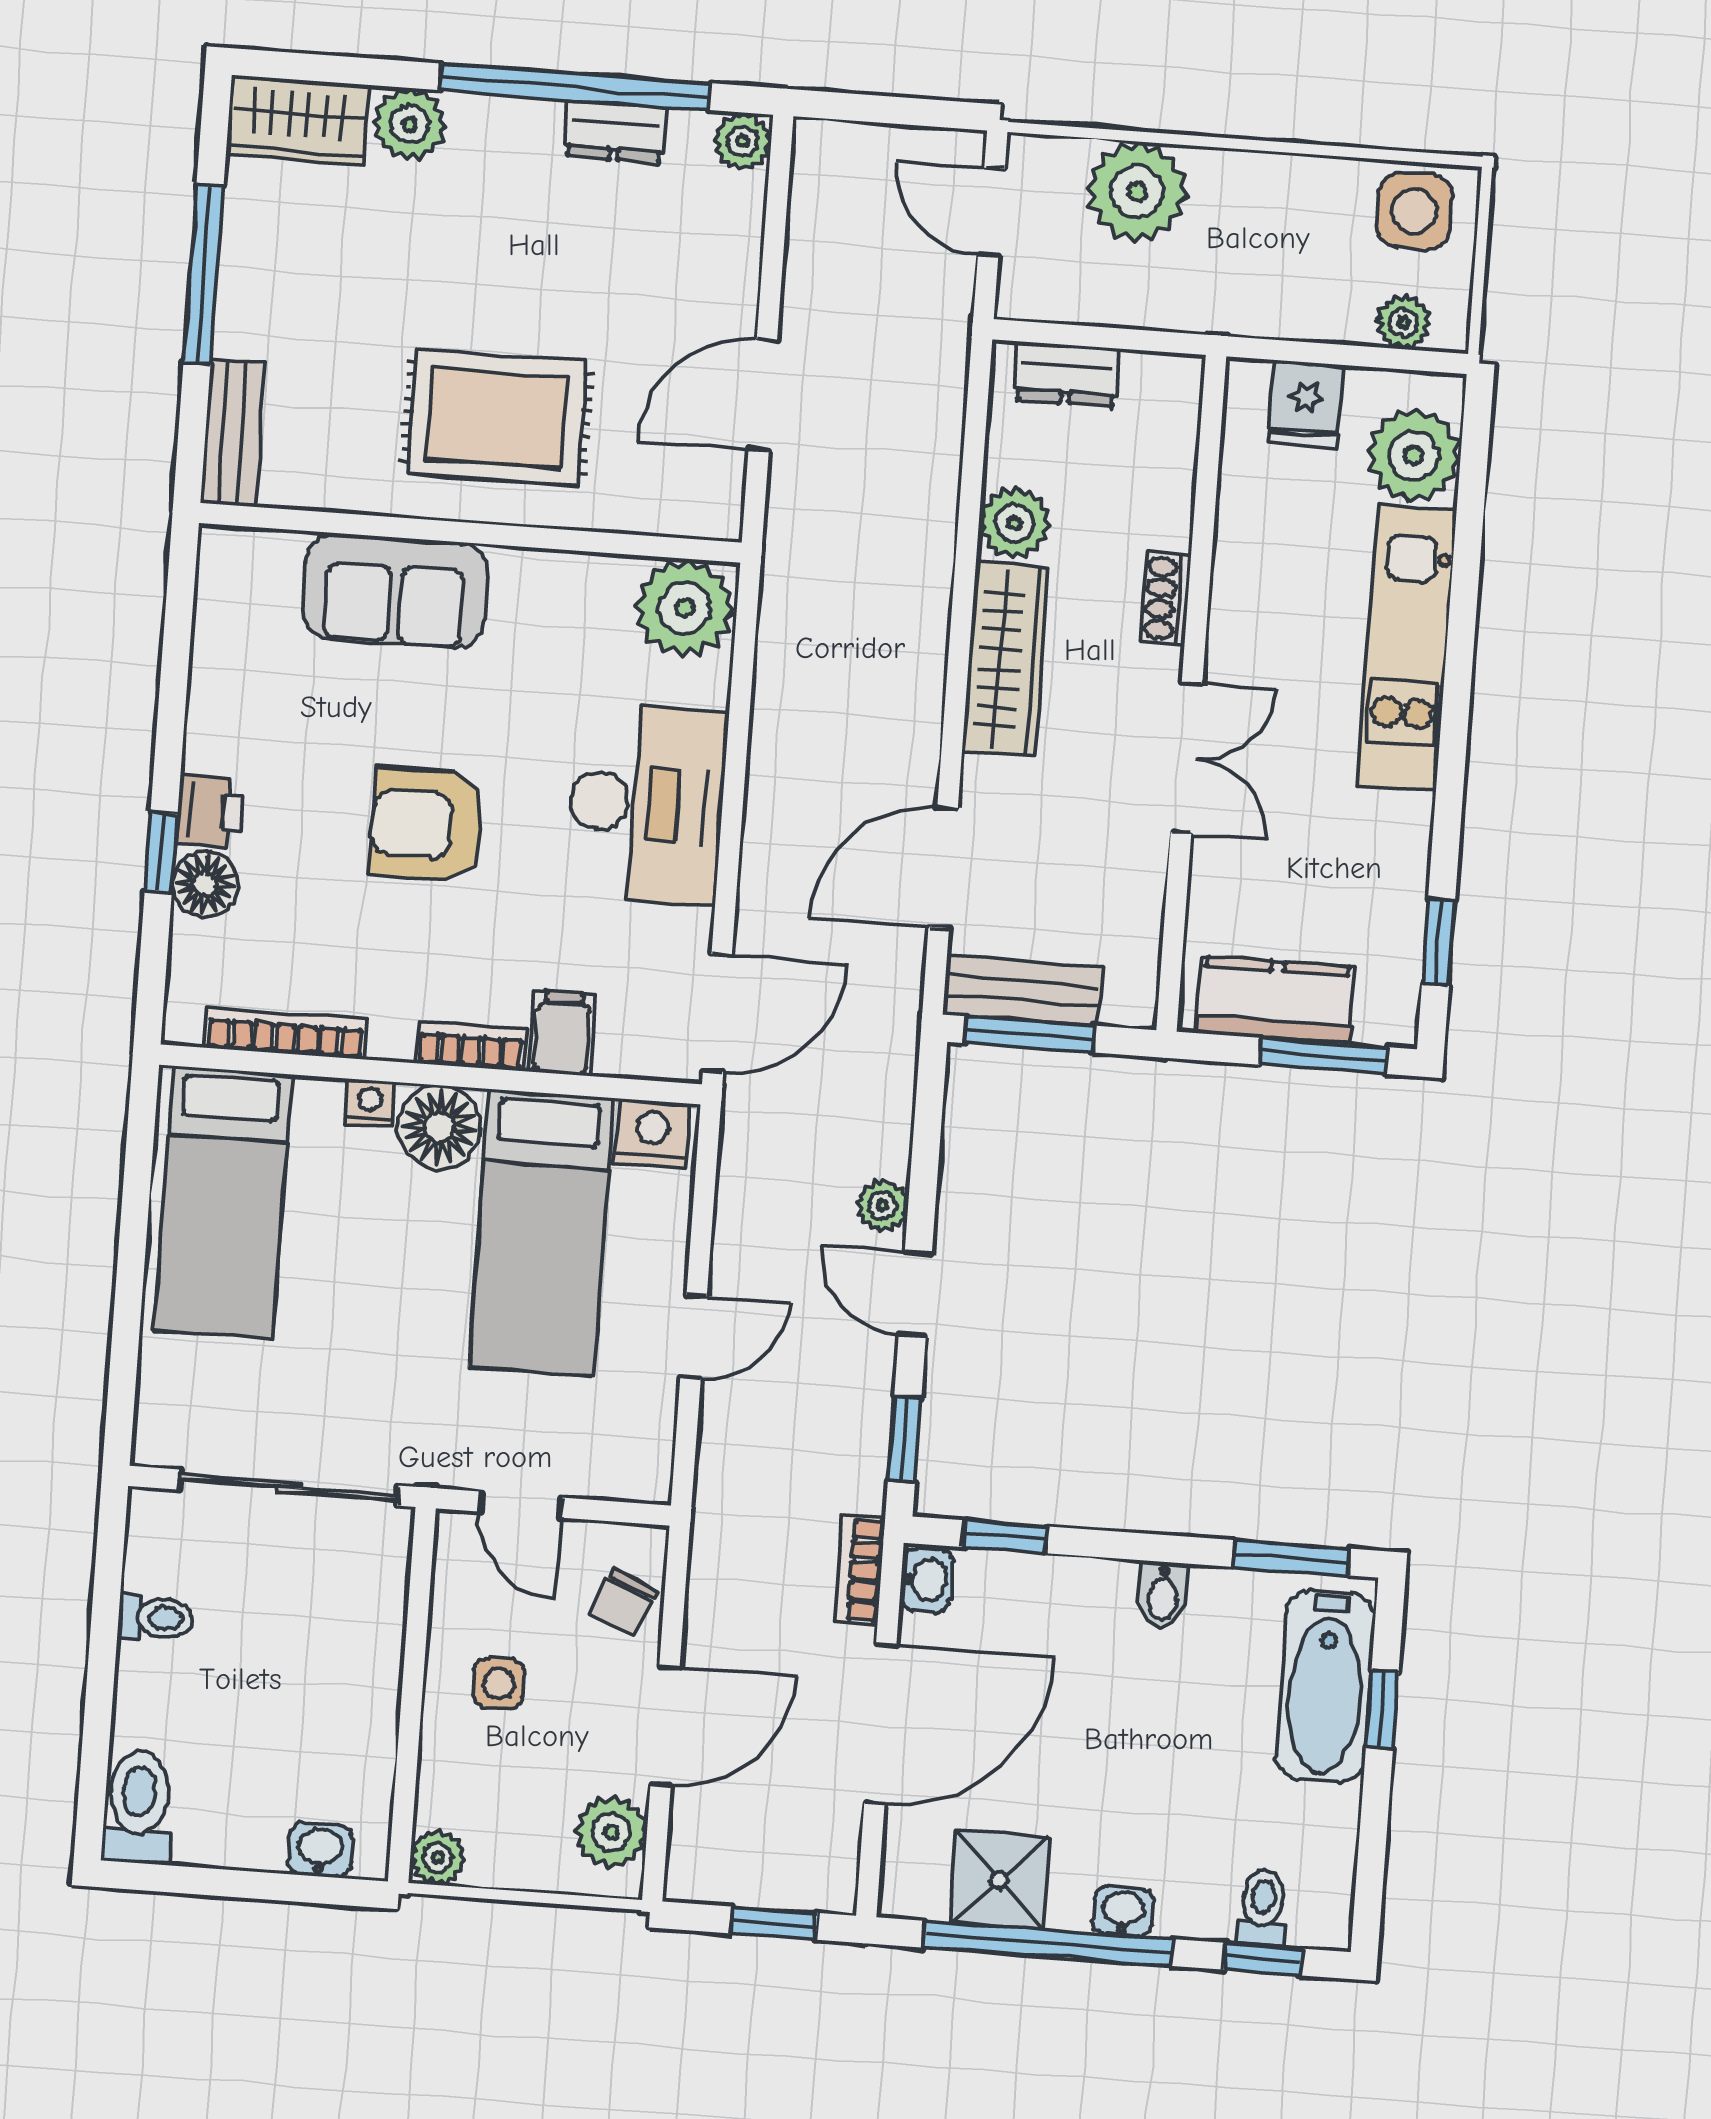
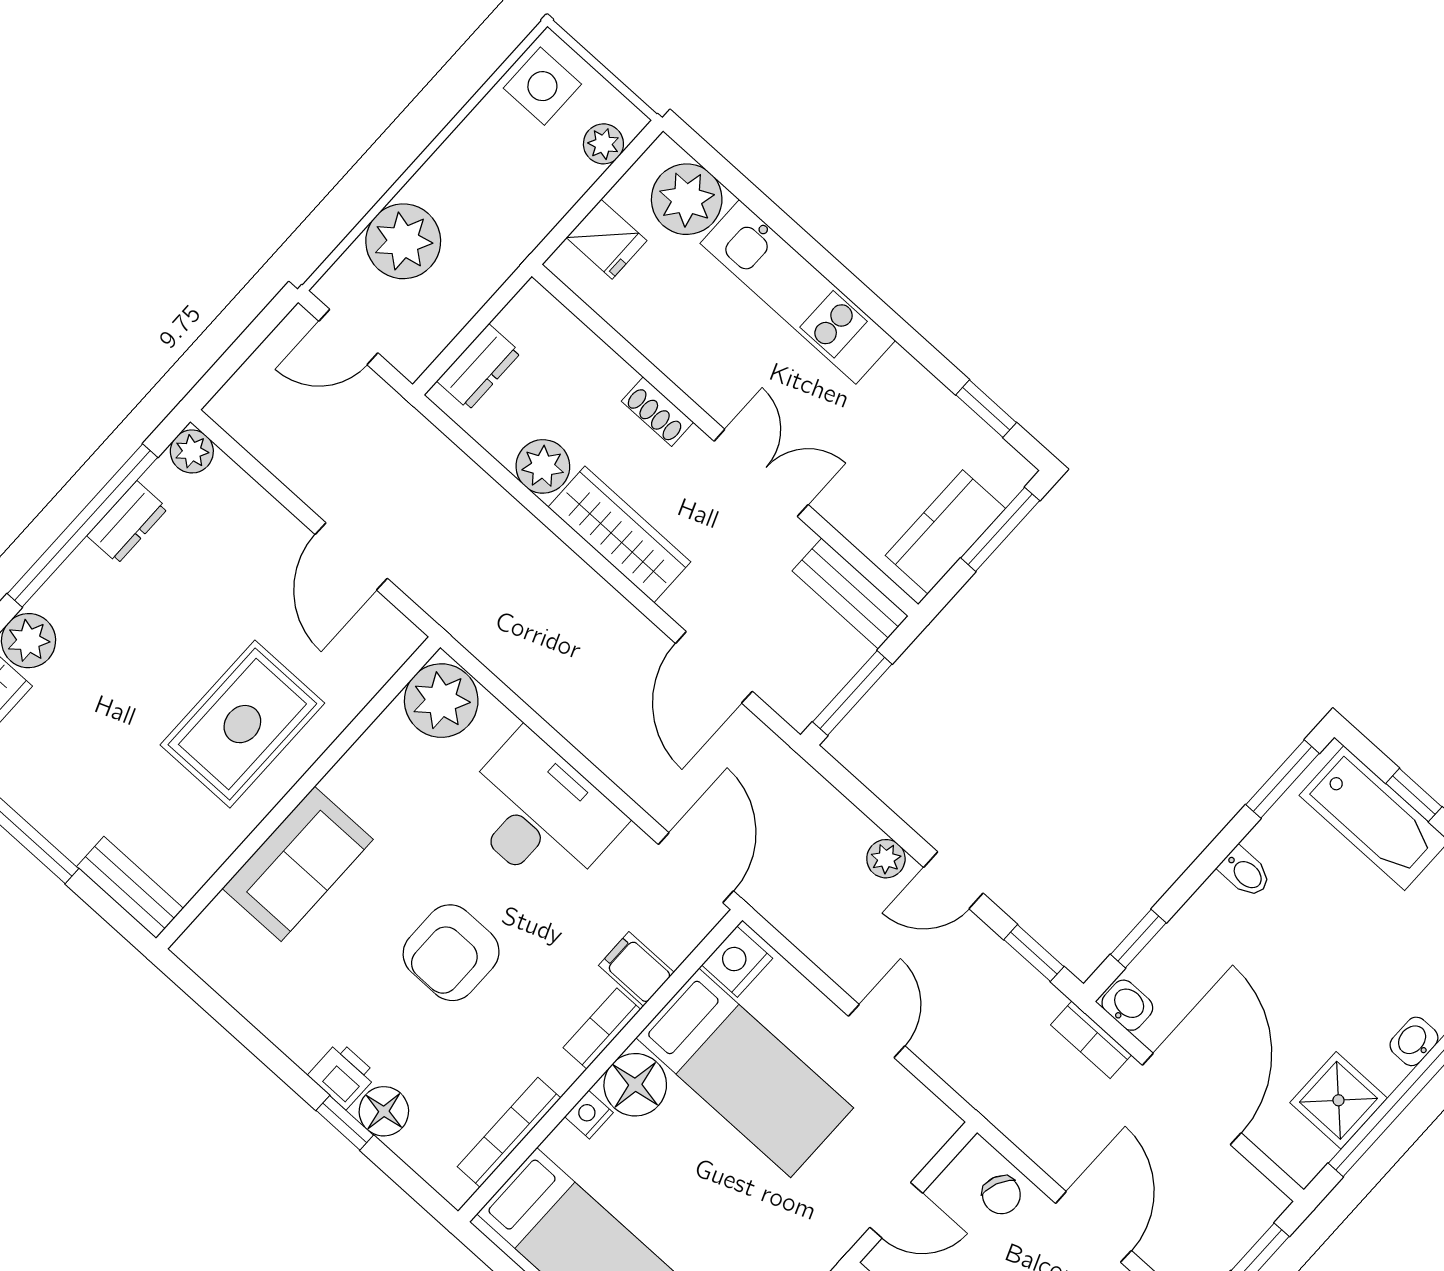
bench: (1022, 991) -> (850, 593), moved, turned 90

